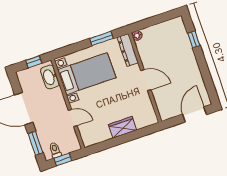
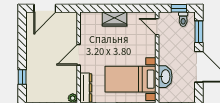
washbasin: (50, 77) -> (165, 77), moved
door: (146, 80) -> (79, 55), hinge flipped
door: (73, 118) -> (157, 27), moved

